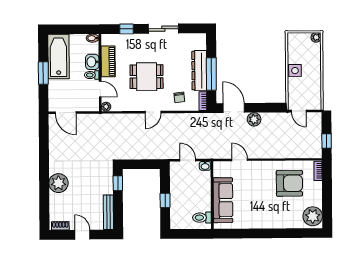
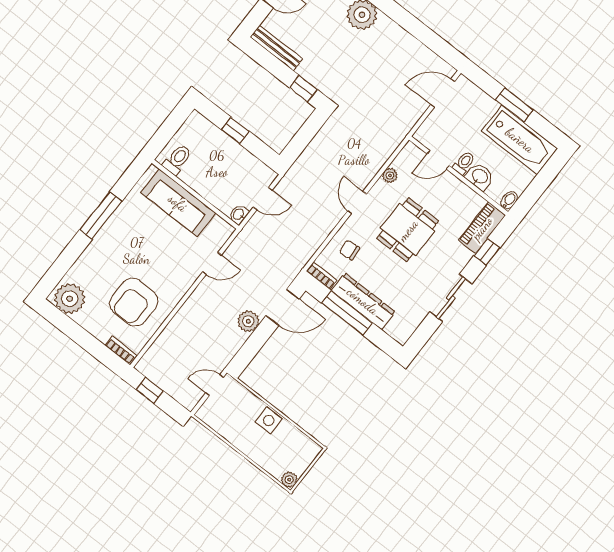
piano: (108, 61) -> (482, 228), moved, turned 90
plant: (106, 107) -> (390, 175), moved
window: (259, 233) -> (101, 215), added

